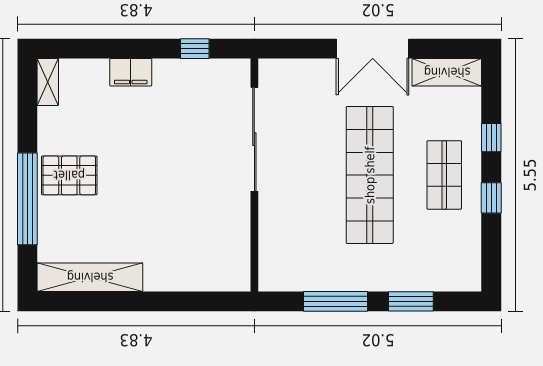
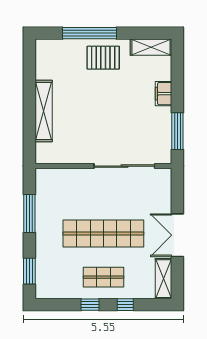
window: (195, 49) -> (177, 131), width x2.17
shelving: (48, 82) -> (151, 47), width x1.50, depth x1.33
pallet: (69, 175) -> (103, 58), turned 90
shelving: (90, 277) -> (44, 111), moved
window: (411, 301) -> (29, 271), moved

